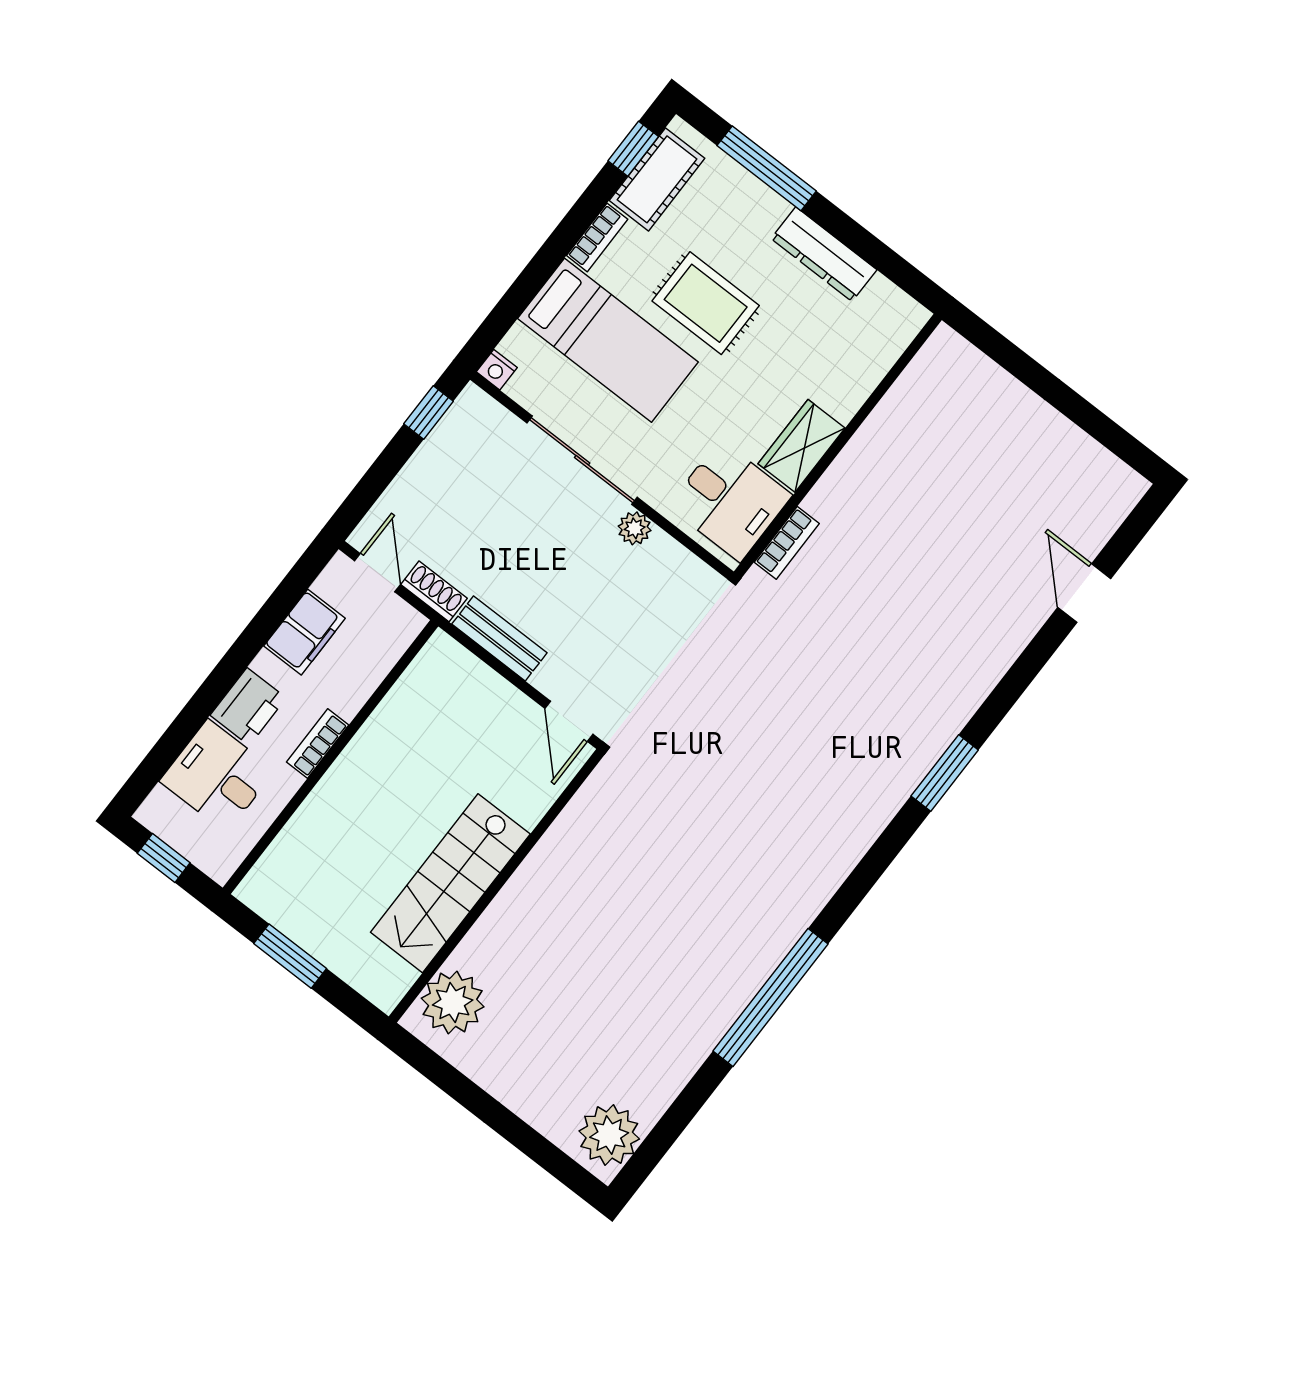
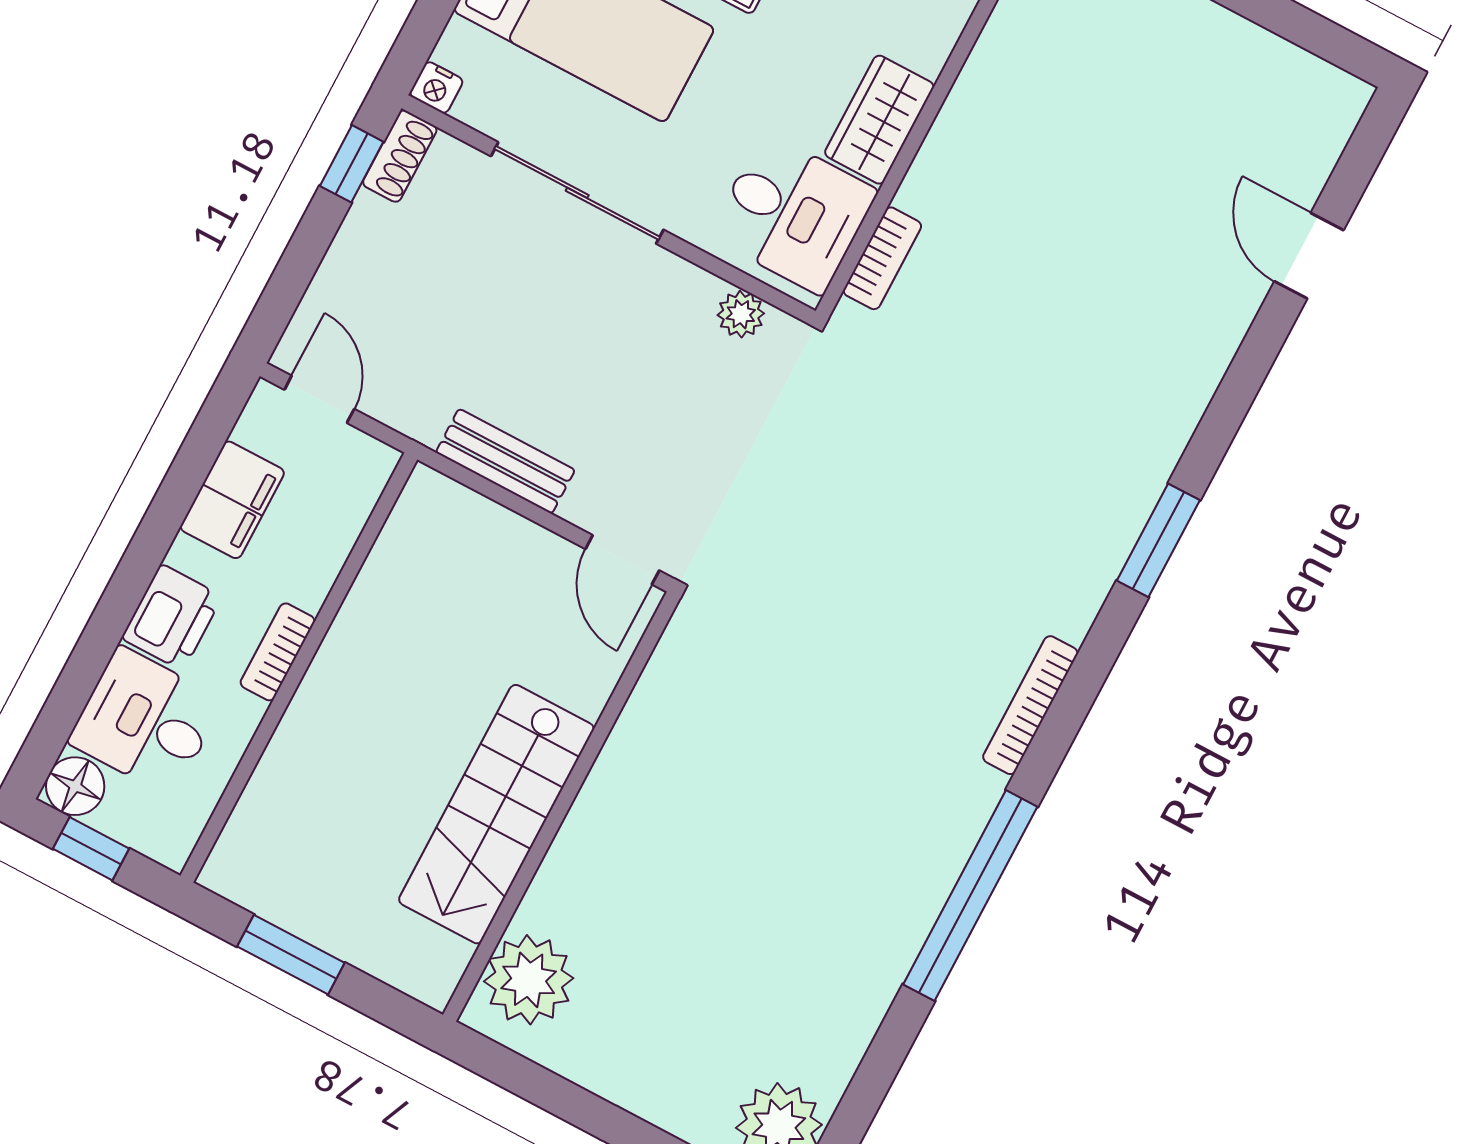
plant: (635, 528) -> (741, 314), moved
shoe rack: (434, 591) -> (400, 156), moved, turned 90
floor lamp: (160, 812) -> (75, 786), added
bookcase: (836, 872) -> (1030, 705), added

